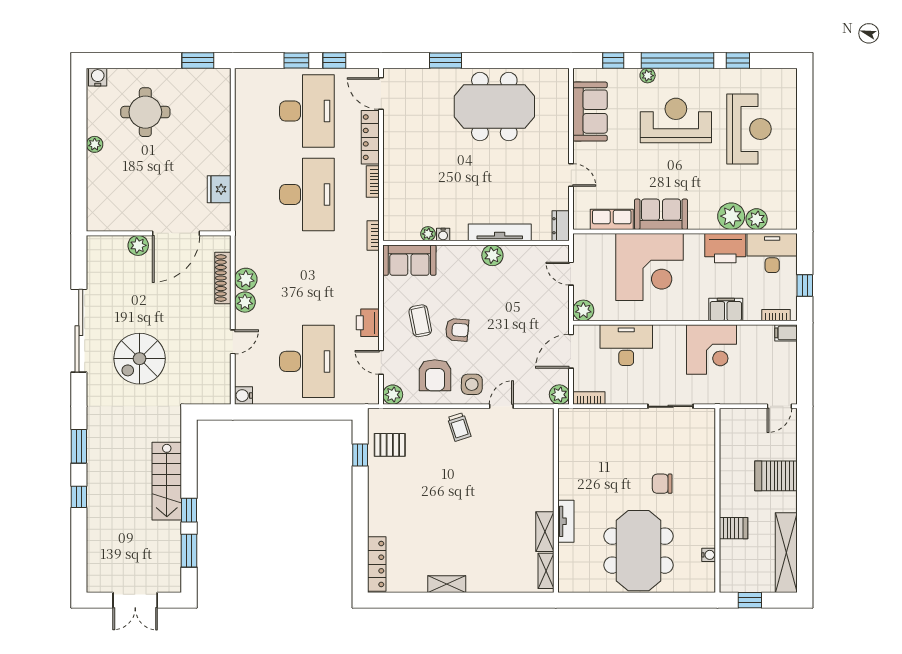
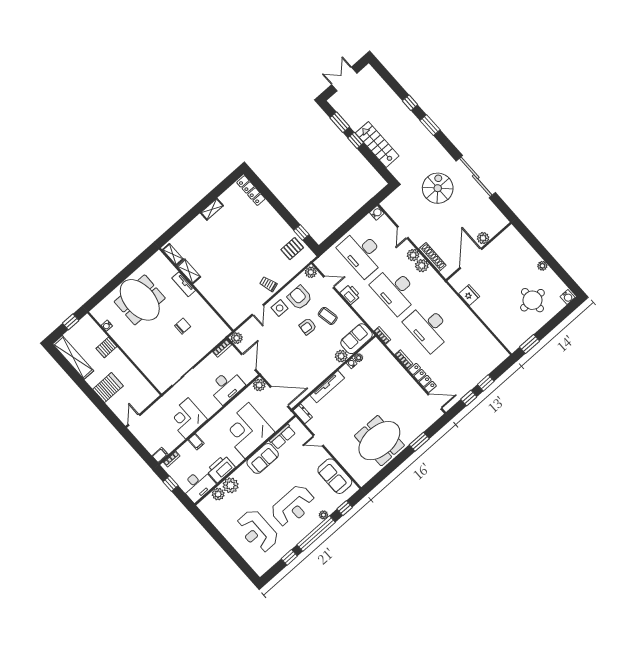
desk: (307, 111) -> (395, 290), moved
plant: (492, 255) -> (341, 356), moved
door: (571, 274) -> (279, 397), width x1.88
filing cabinet: (726, 310) -> (196, 442), width x0.50
chair: (662, 484) -> (183, 326), moved

